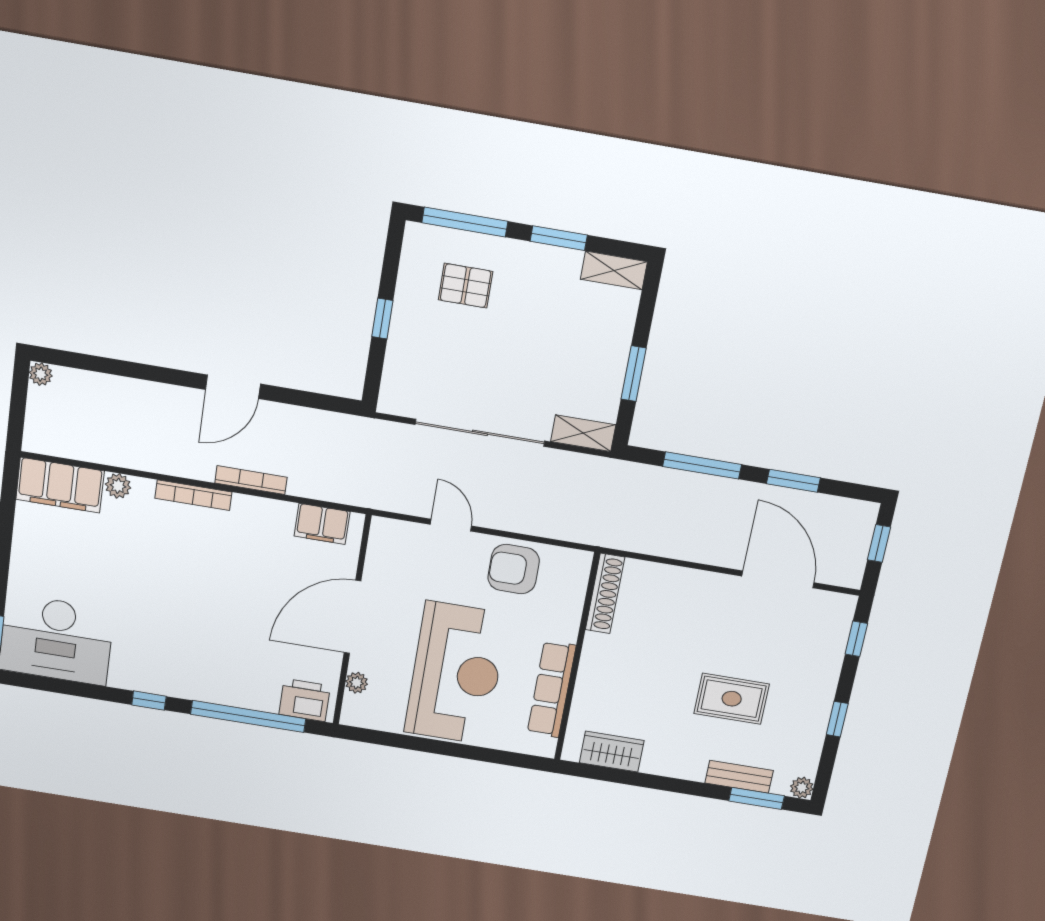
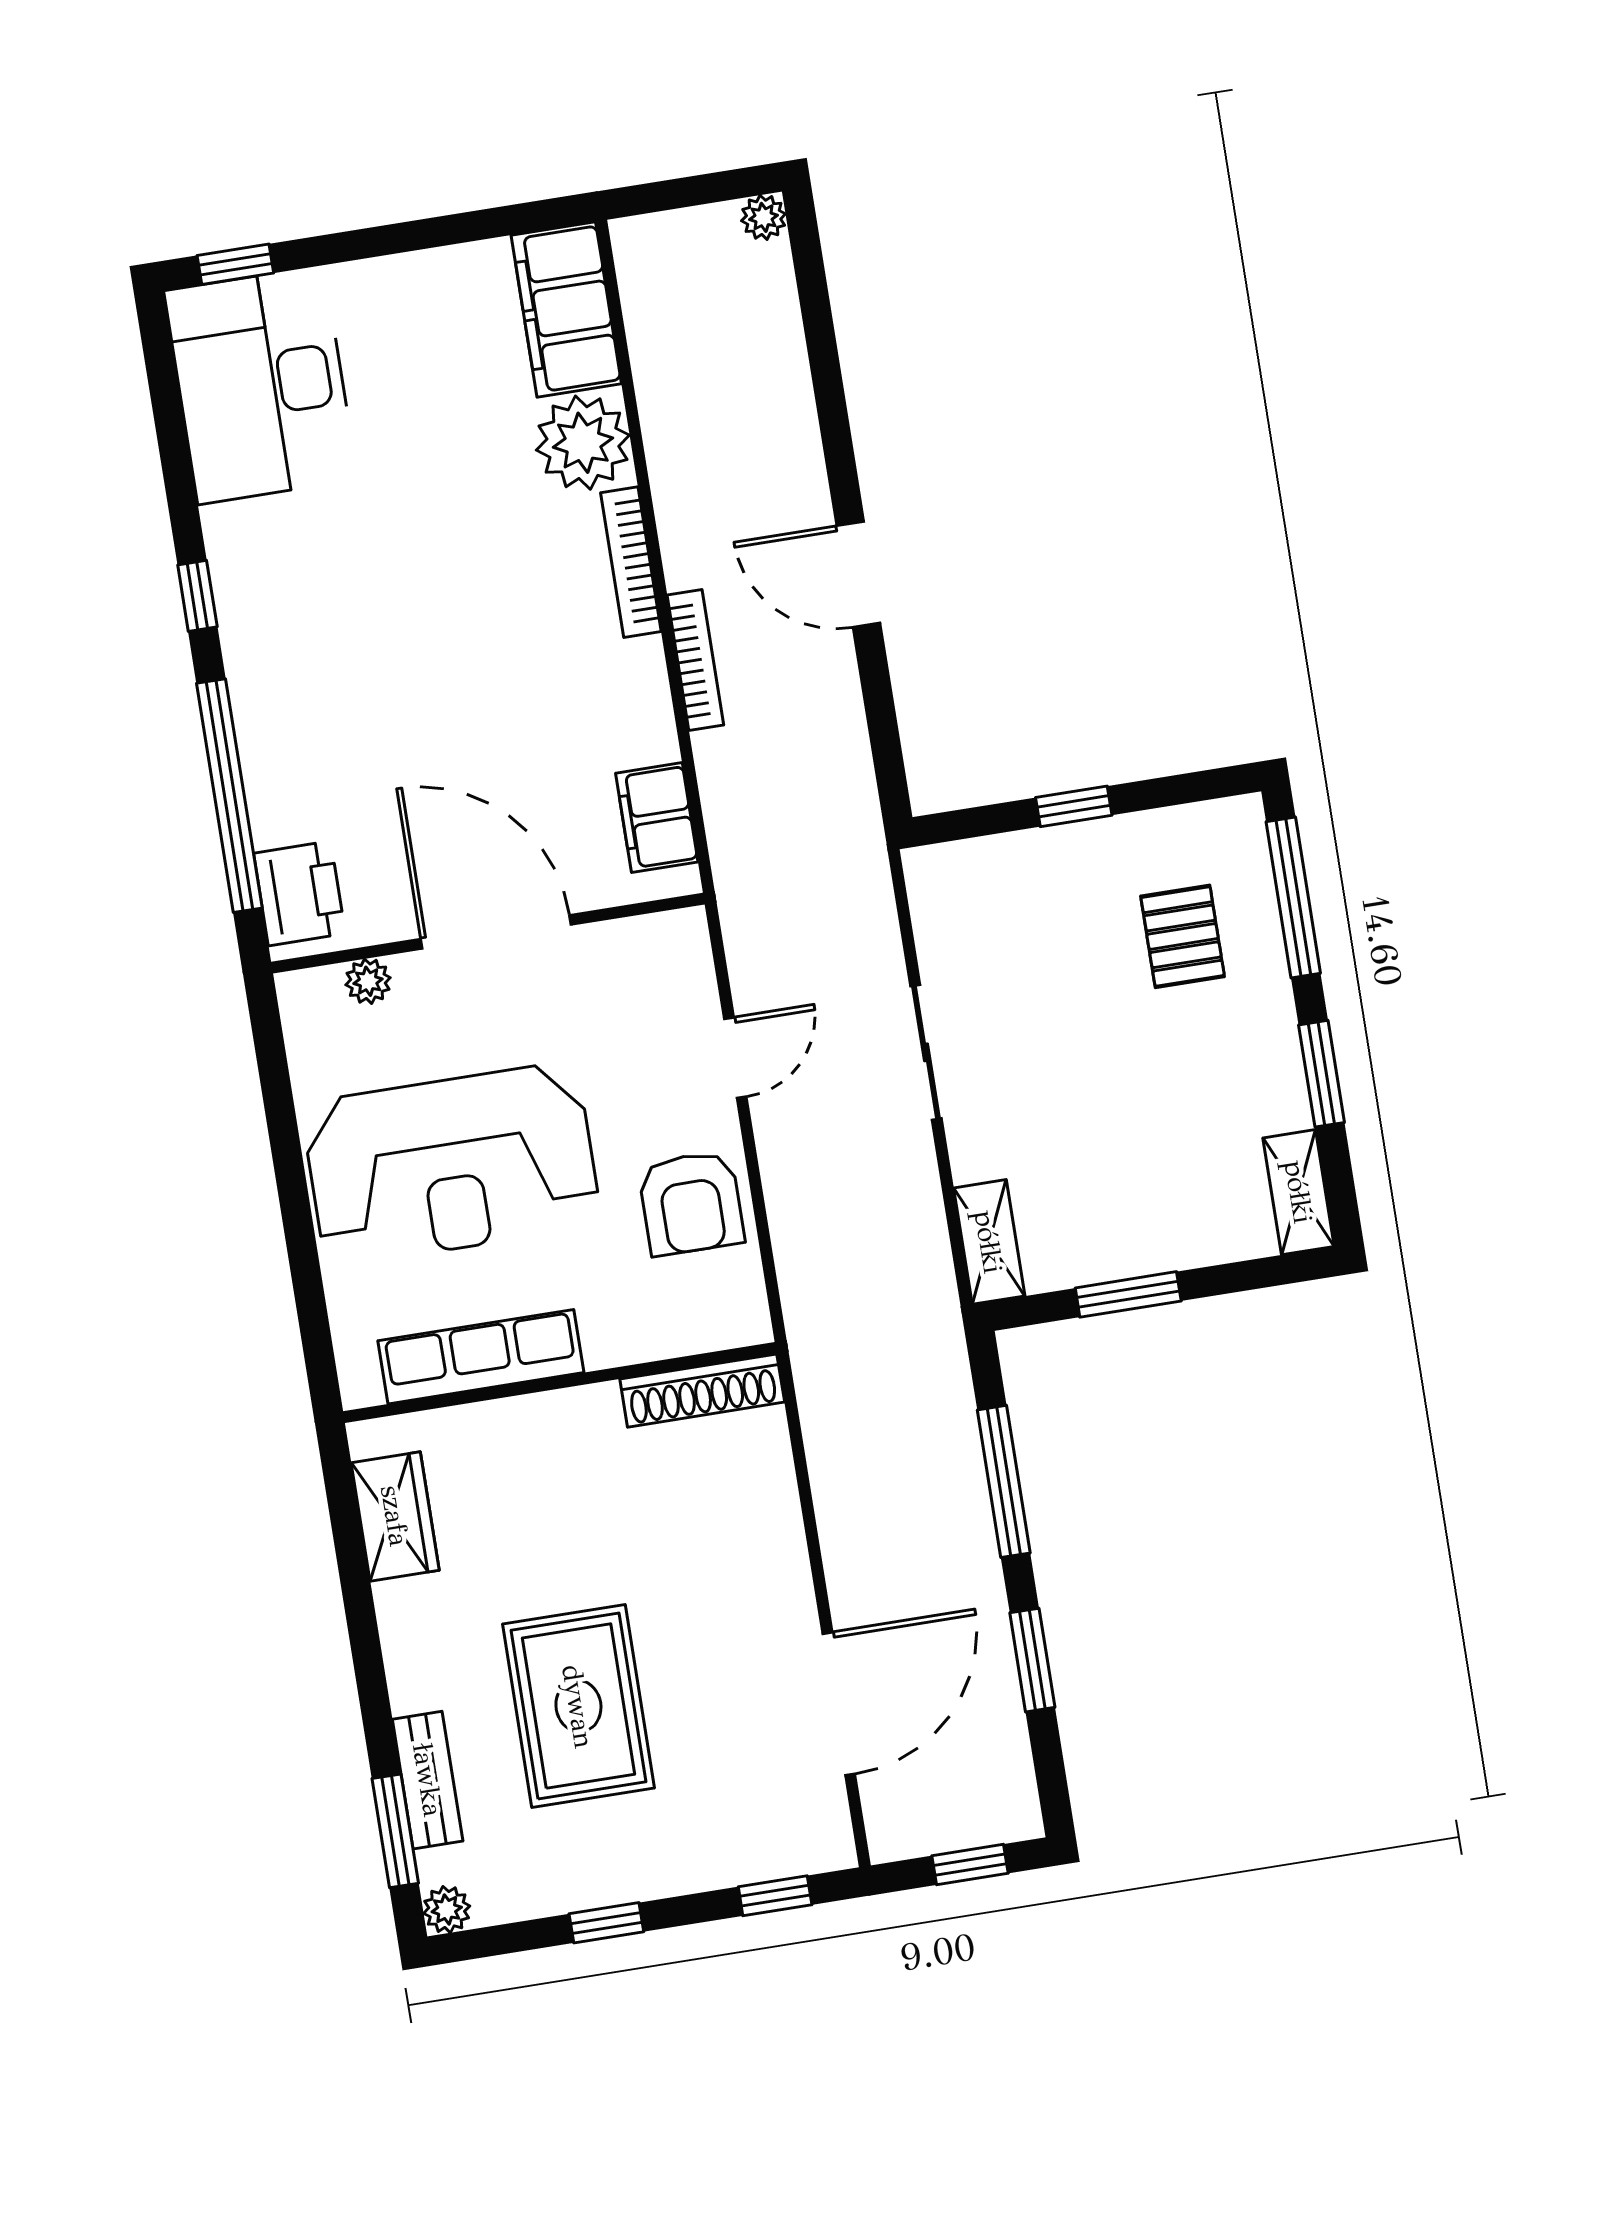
sliding door: (480, 433) -> (926, 1052), width x0.54
plant: (118, 486) -> (583, 443), width x1.87, depth x1.87
armchair: (514, 569) -> (691, 1203), turned 180
rug: (732, 699) -> (578, 1706), width x1.36, depth x1.43

